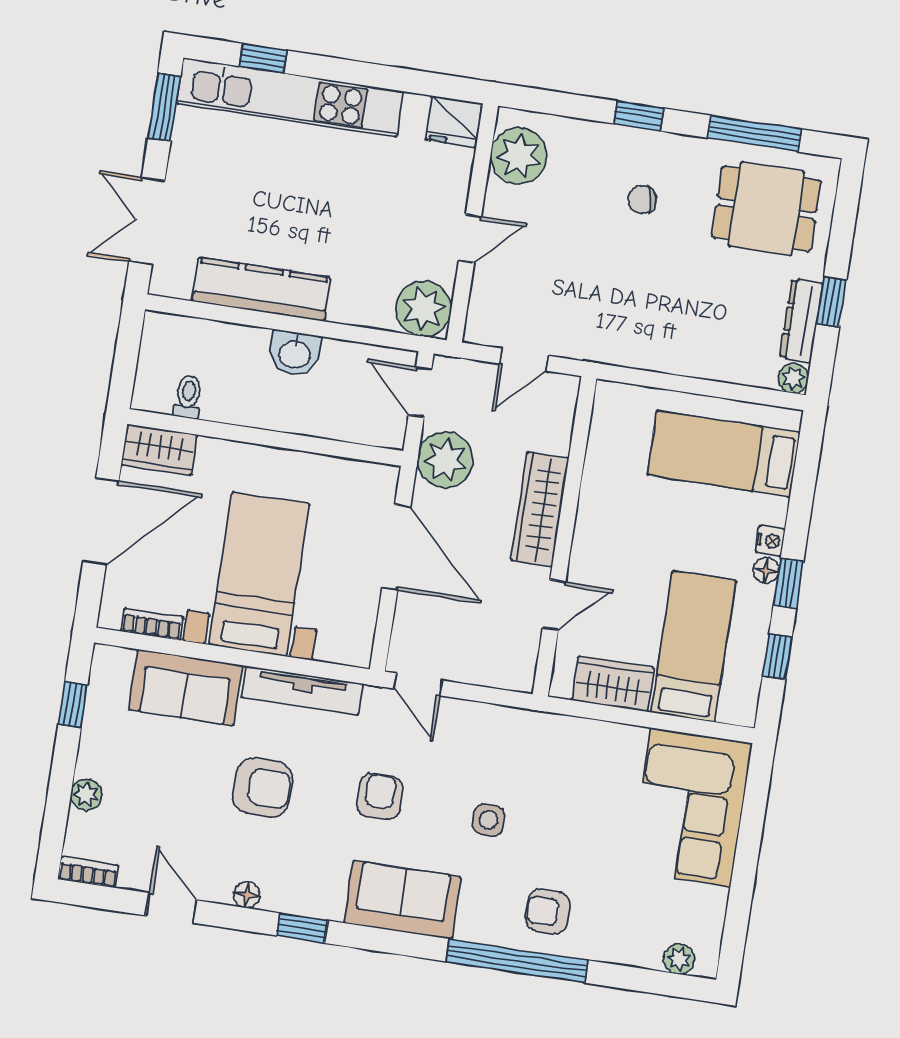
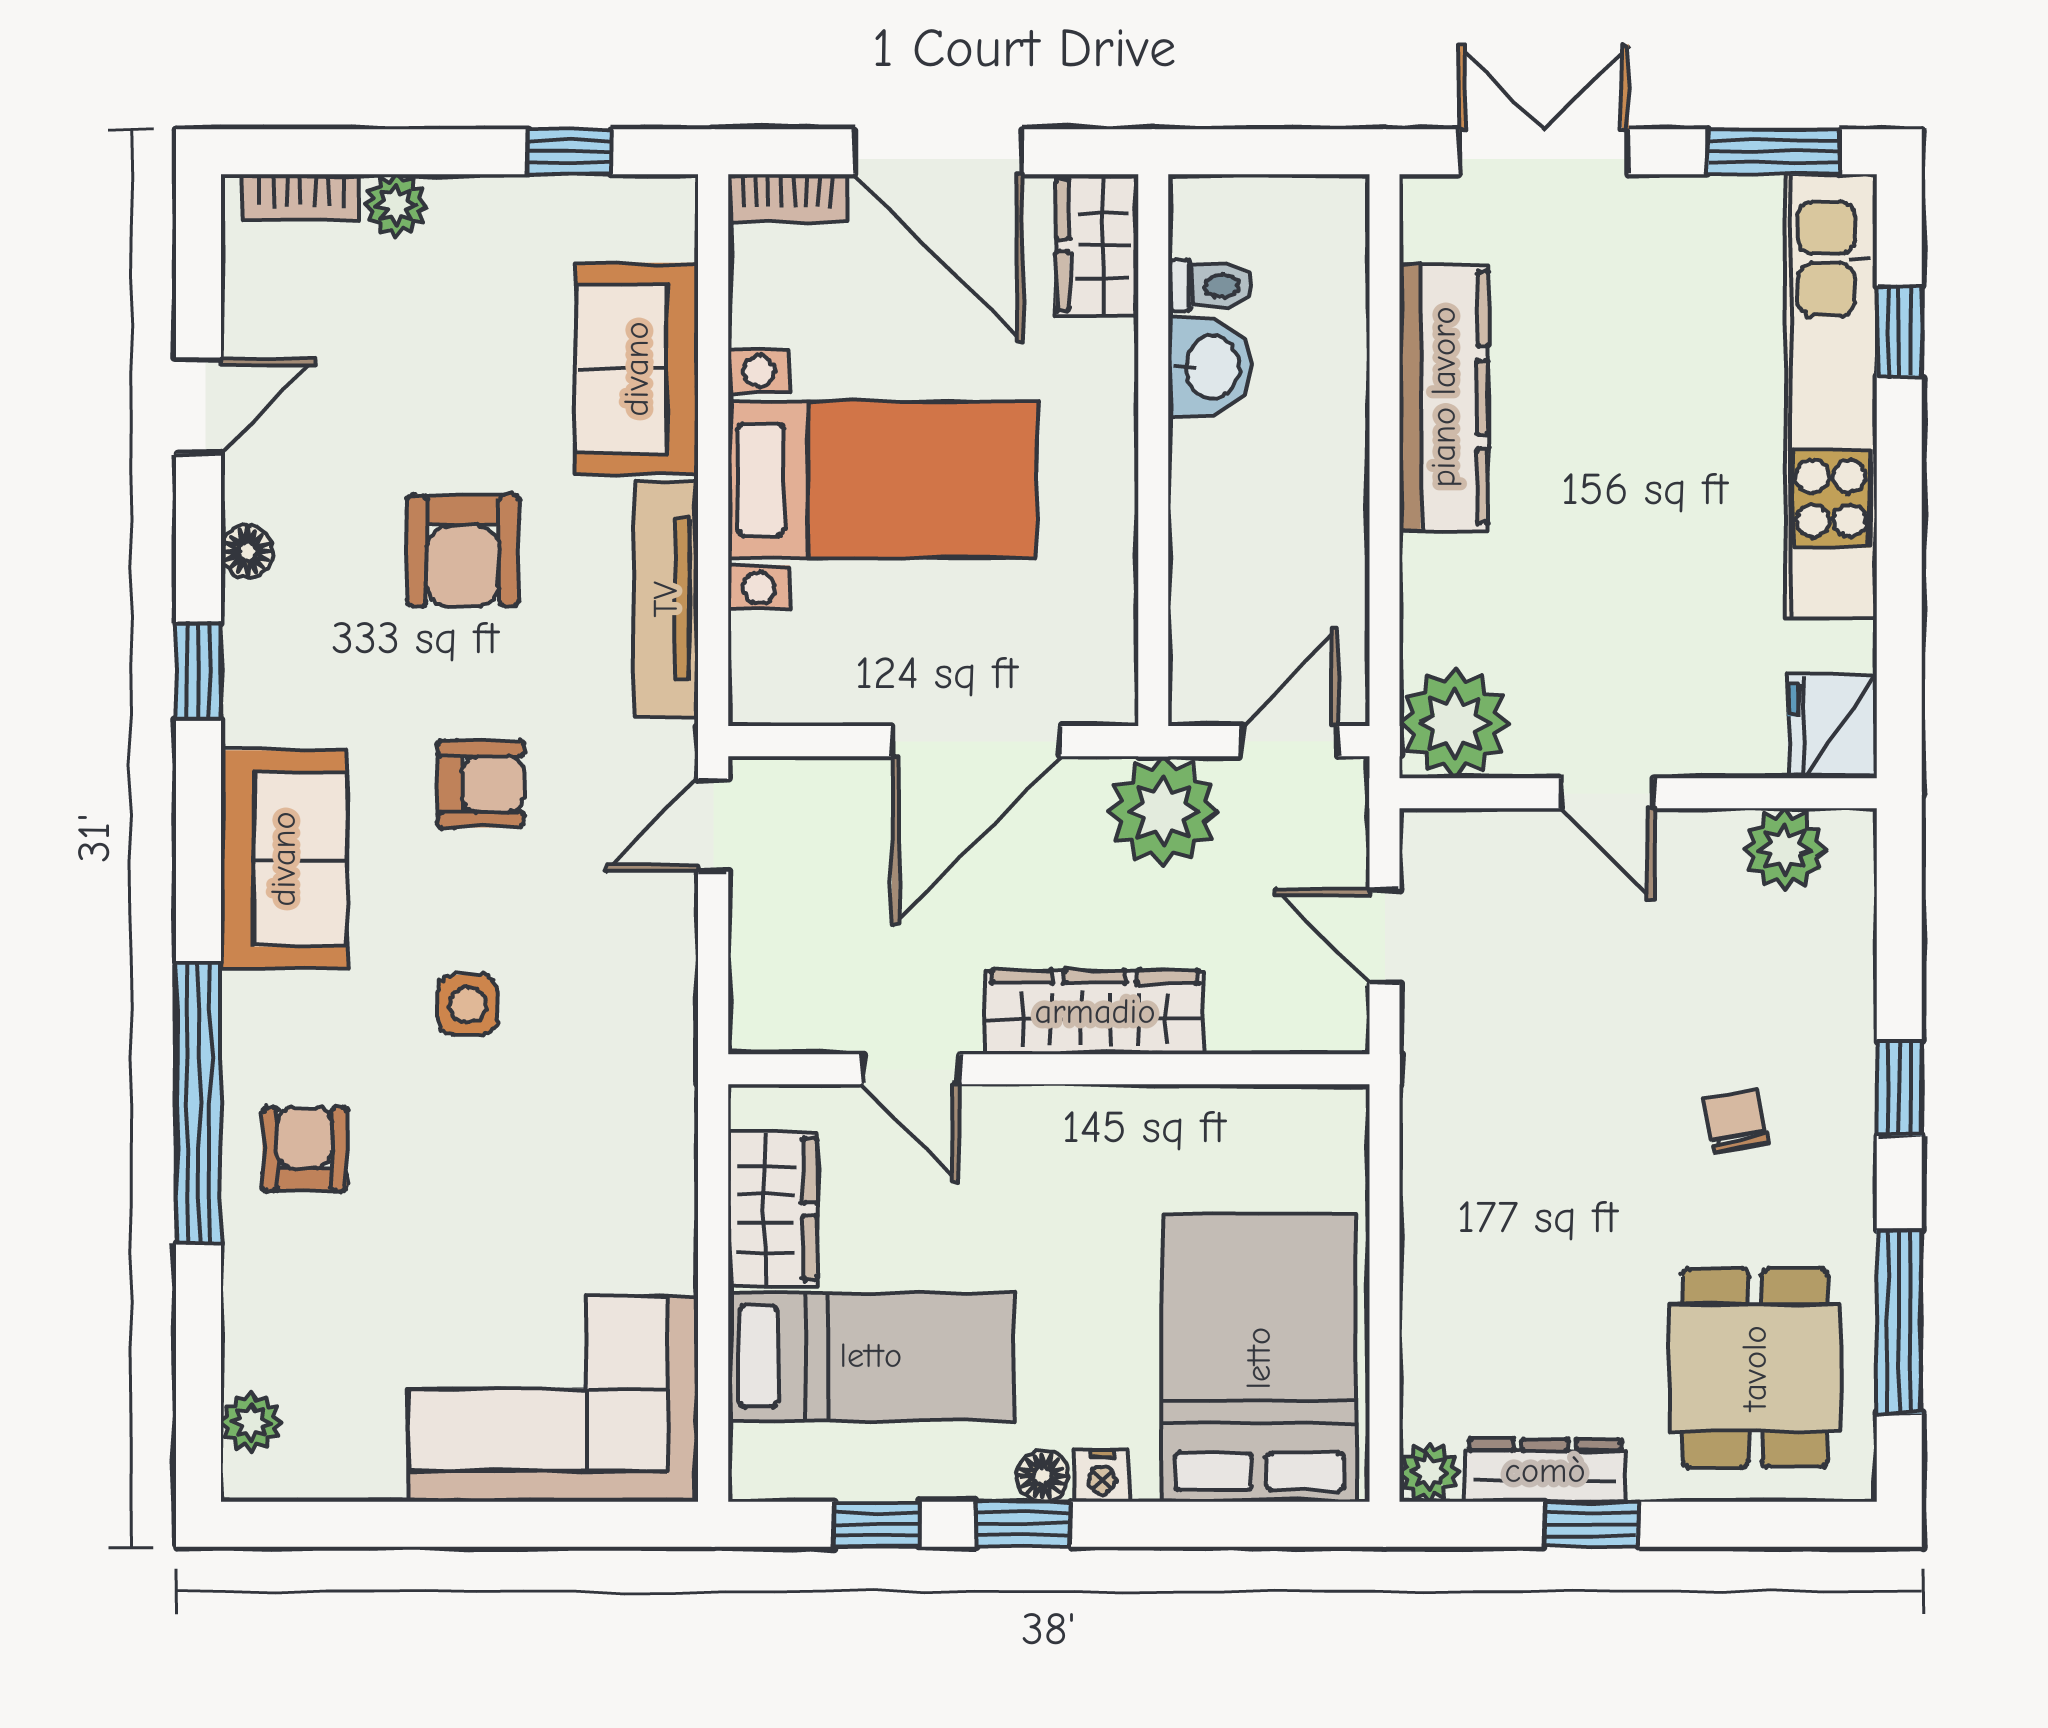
plant: (519, 156) -> (1785, 849), width x0.73, depth x0.73
washbasin: (295, 353) -> (1210, 367), moved, turned 180
bed: (724, 454) -> (1259, 1358), width x1.50
bookcase: (152, 624) -> (788, 198), moved, turned 90
bookcase: (88, 872) -> (301, 197), moved, turned 90

